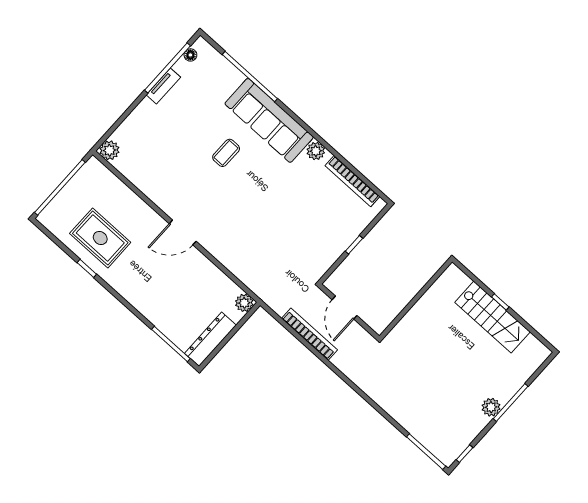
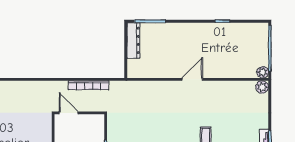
rug: (100, 238) -> (229, 41), removed
plant: (244, 303) -> (263, 72), moved
door: (345, 308) -> (69, 113), moved

